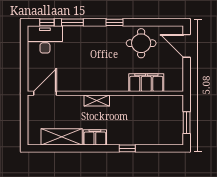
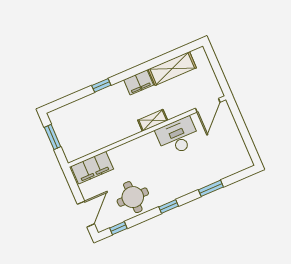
window: (47, 22) -> (118, 228), moved
desk: (45, 39) -> (178, 136), moved, turned 180
door: (187, 46) -> (86, 214), hinge flipped
filing cabinet: (146, 83) -> (92, 168), moved

